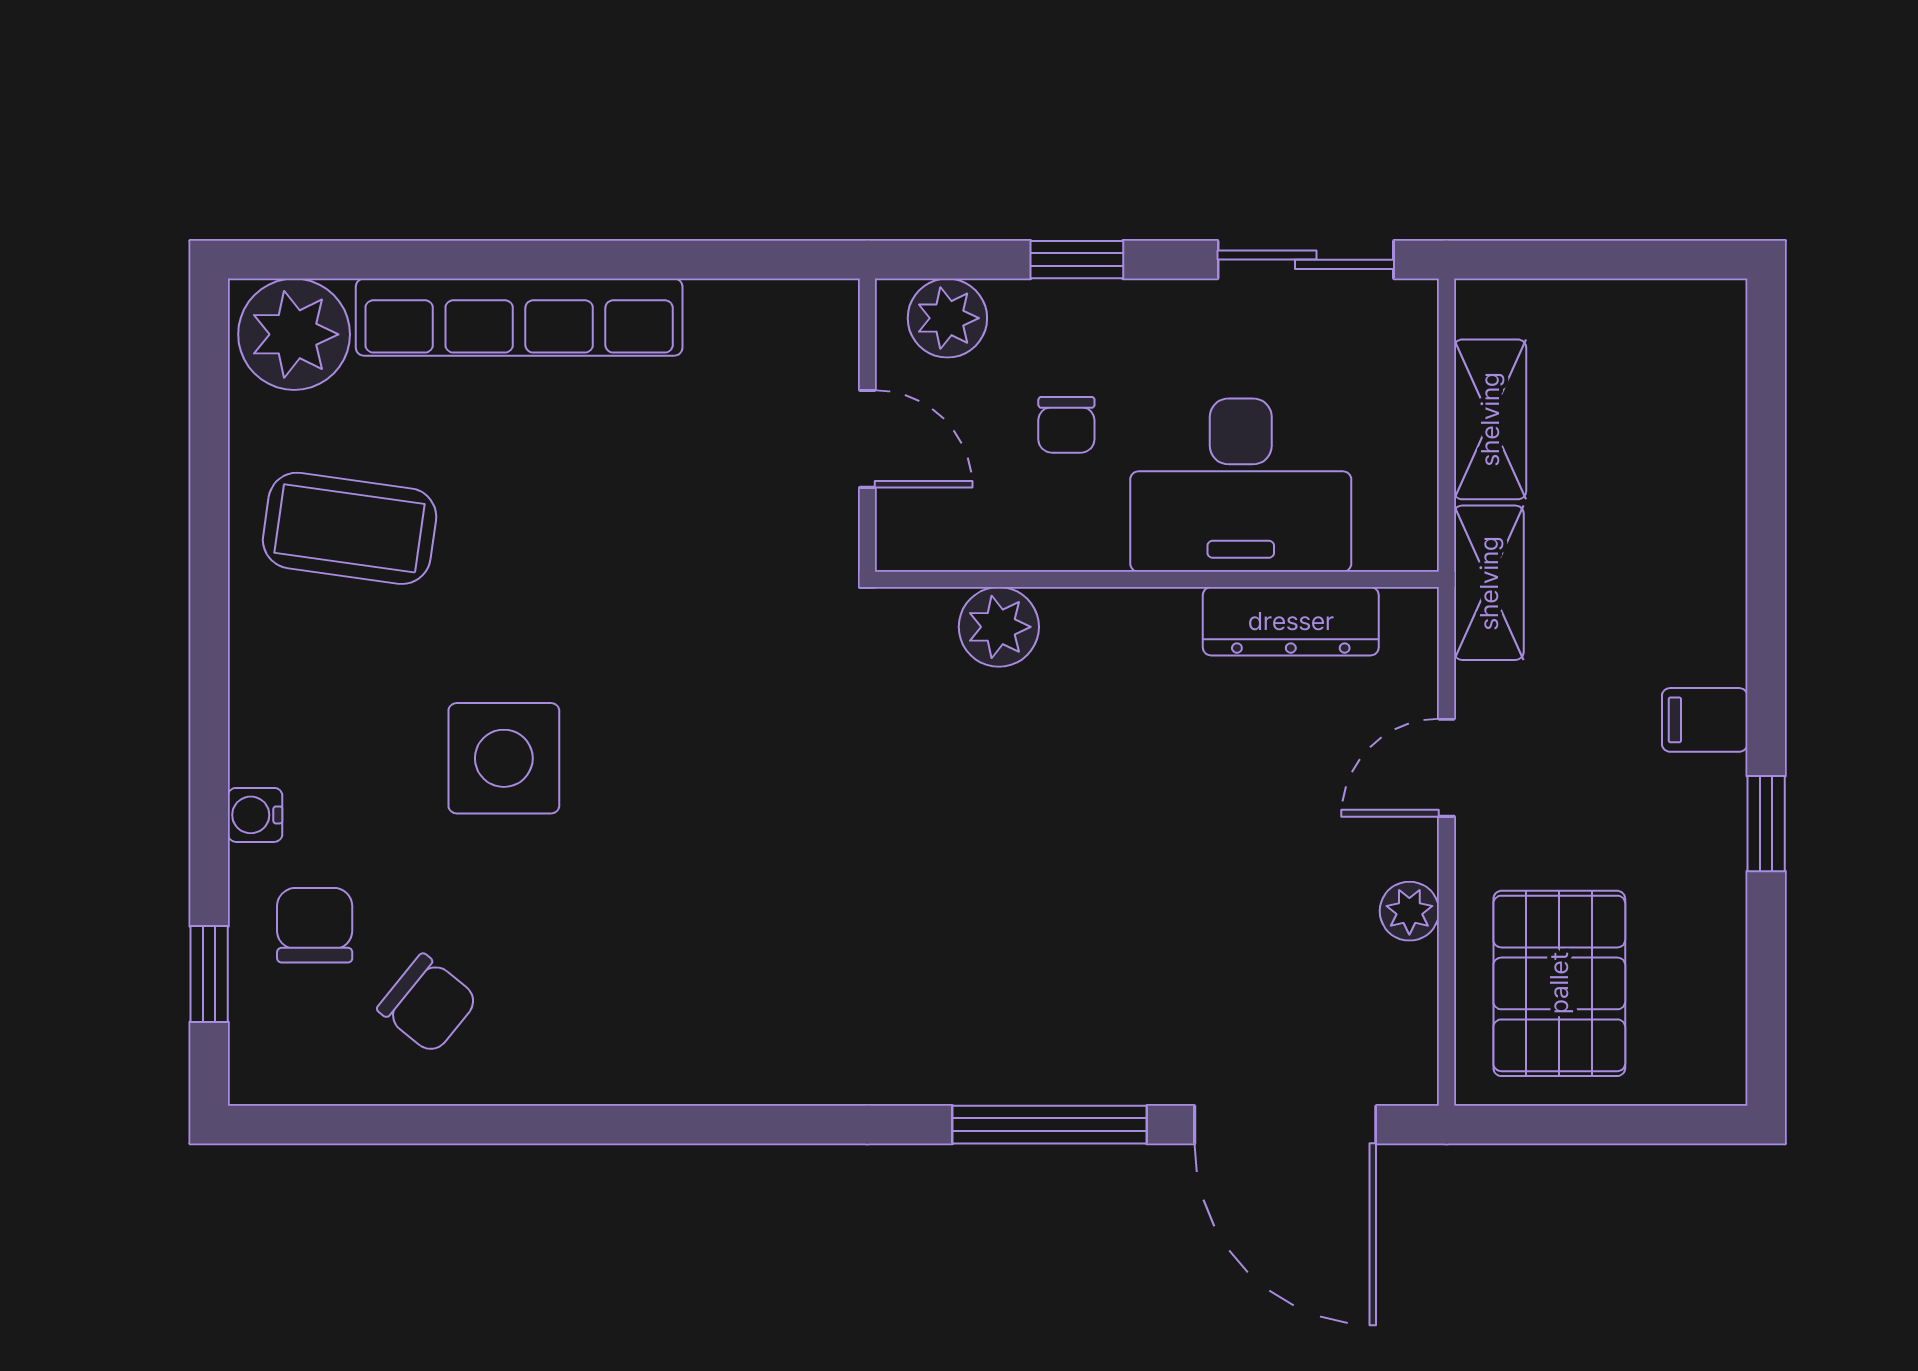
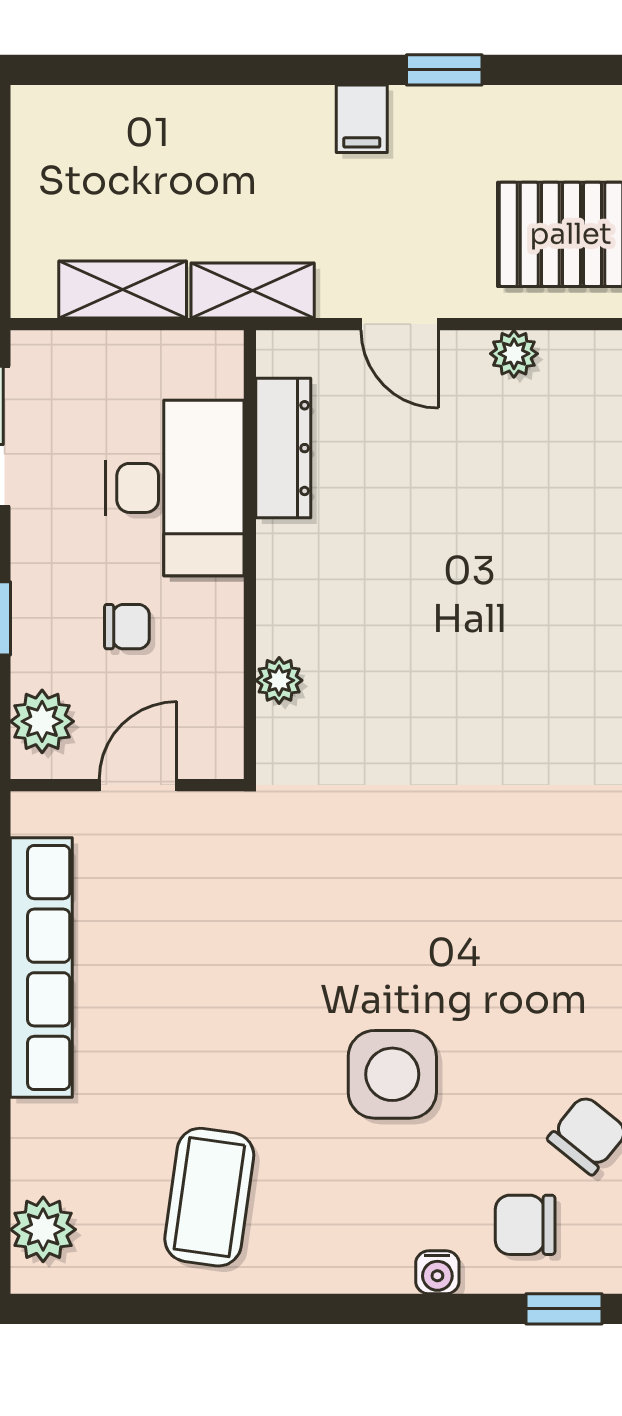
row of seats: (519, 317) -> (41, 968), moved
plant: (294, 334) -> (43, 1229), width x0.73, depth x0.73
plant: (999, 627) -> (279, 680), width x0.73, depth x0.73

